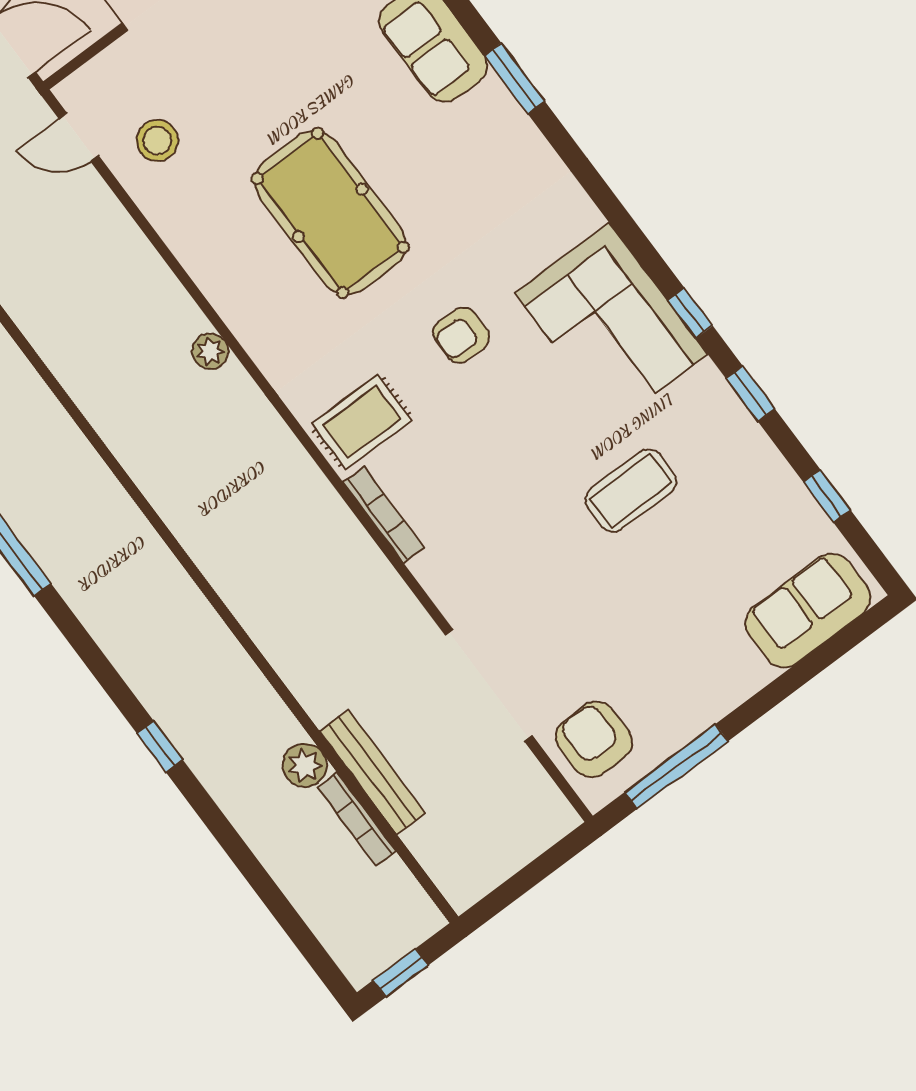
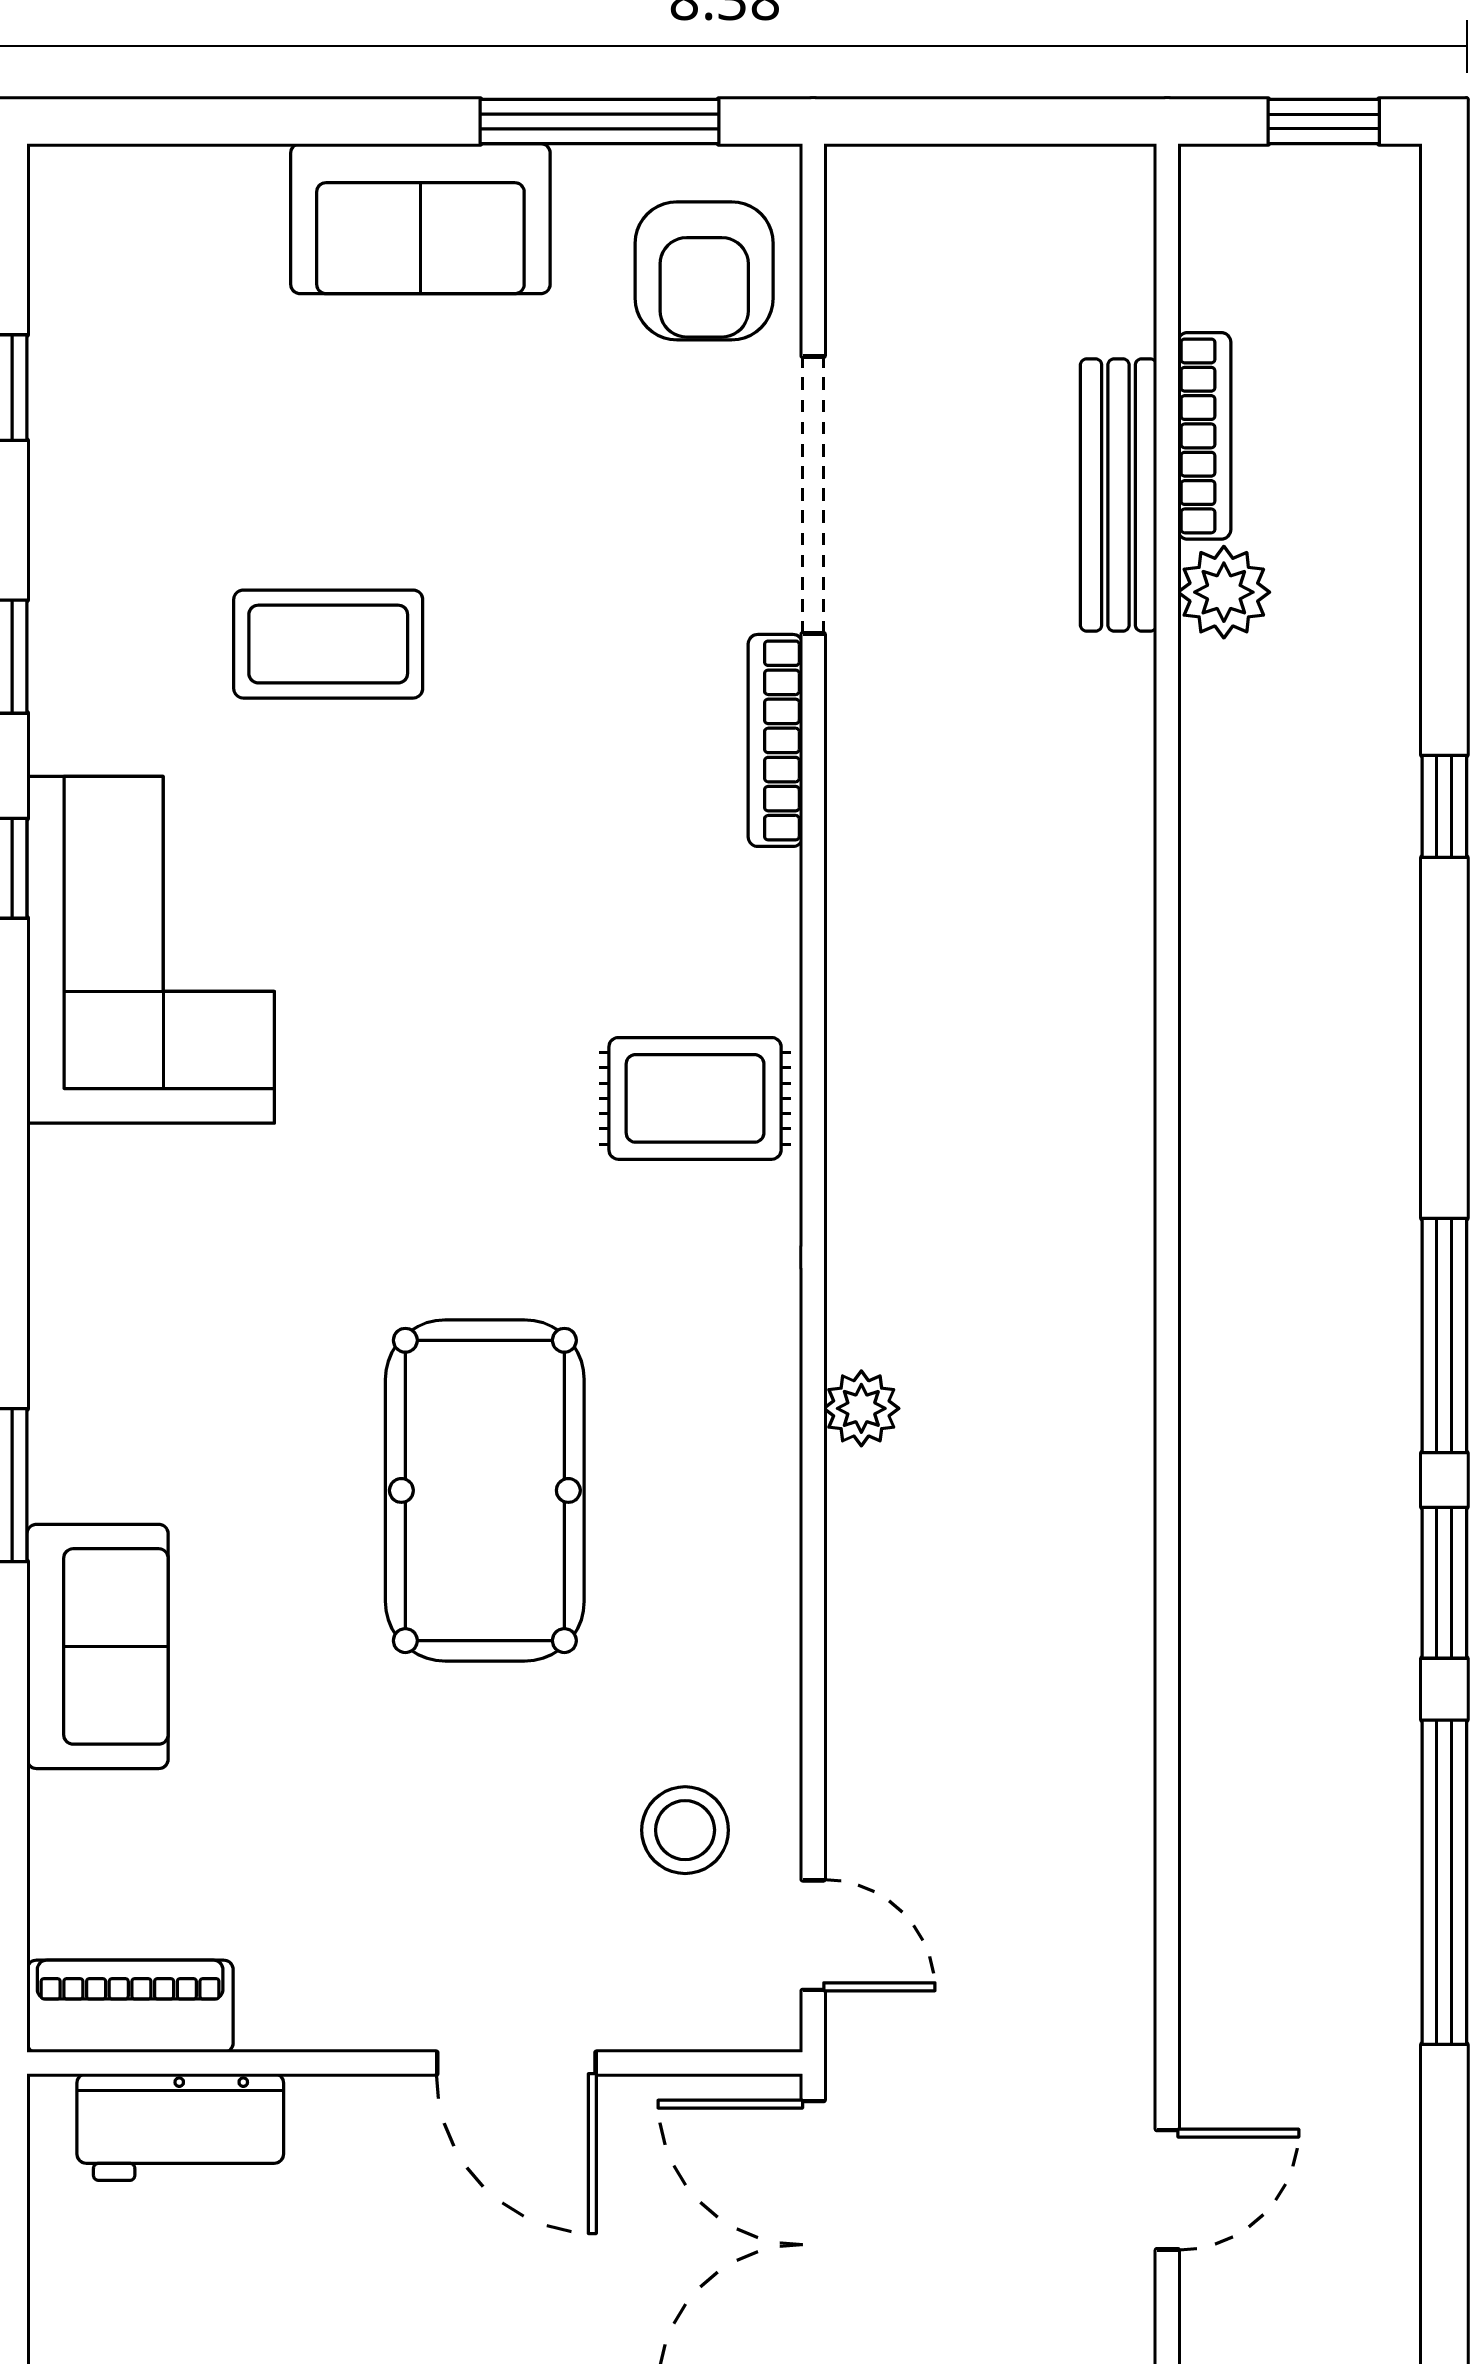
armchair: (461, 335) -> (418, 1120), removed
bookcase: (384, 515) -> (775, 740), moved
sofa: (808, 611) -> (420, 219), moved

